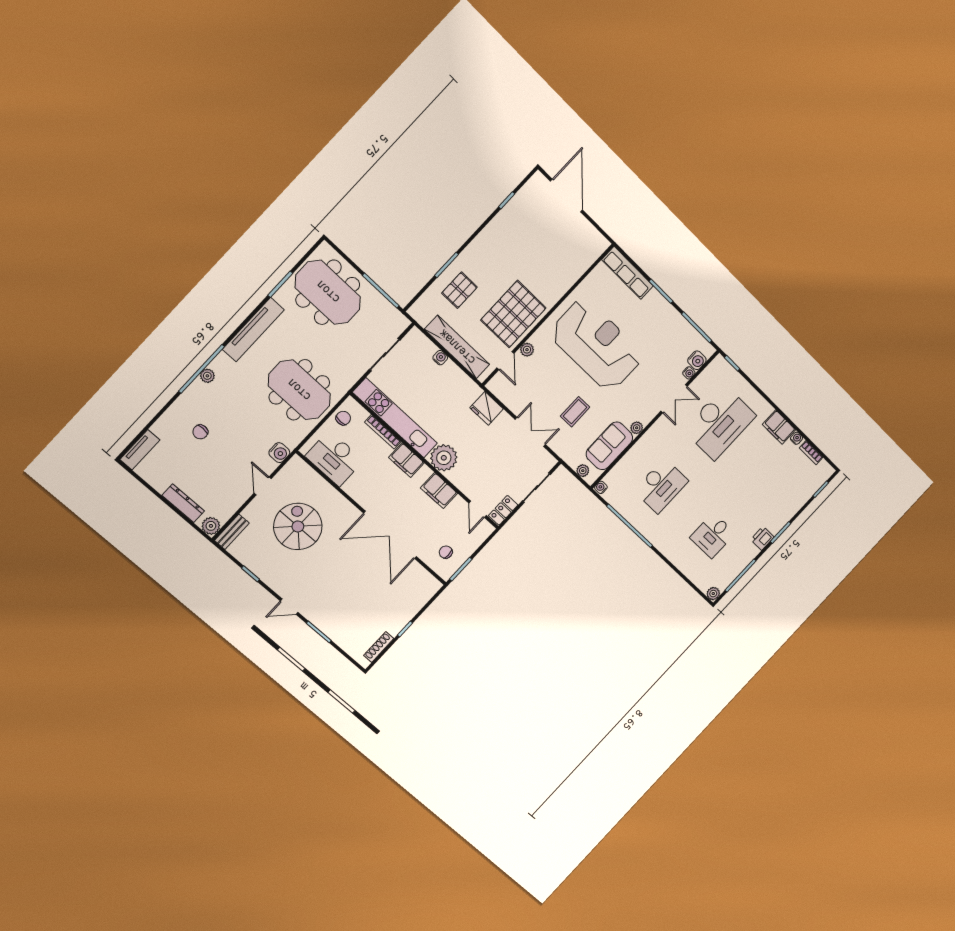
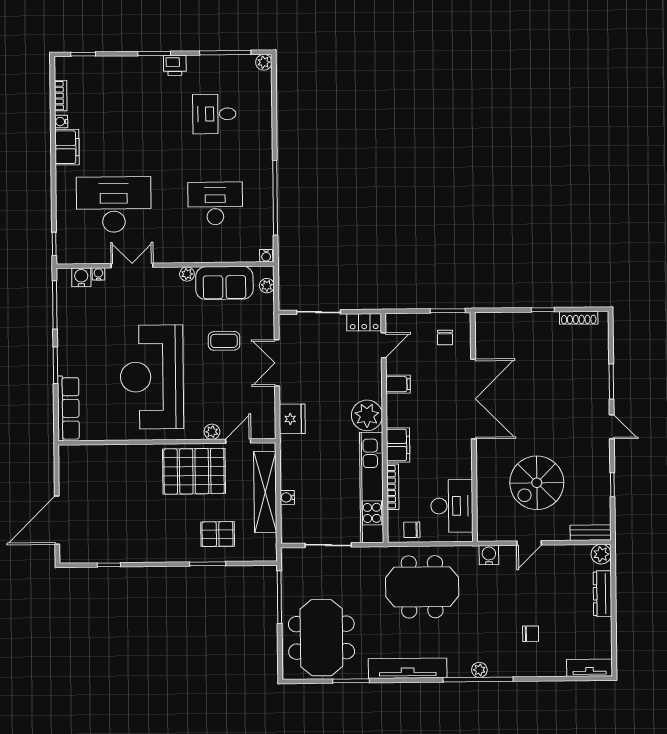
meeting table: (299, 390) -> (422, 587), turned 90
filing cabinet: (439, 491) -> (398, 384), width x0.50
desk: (713, 535) -> (214, 114), turned 180

